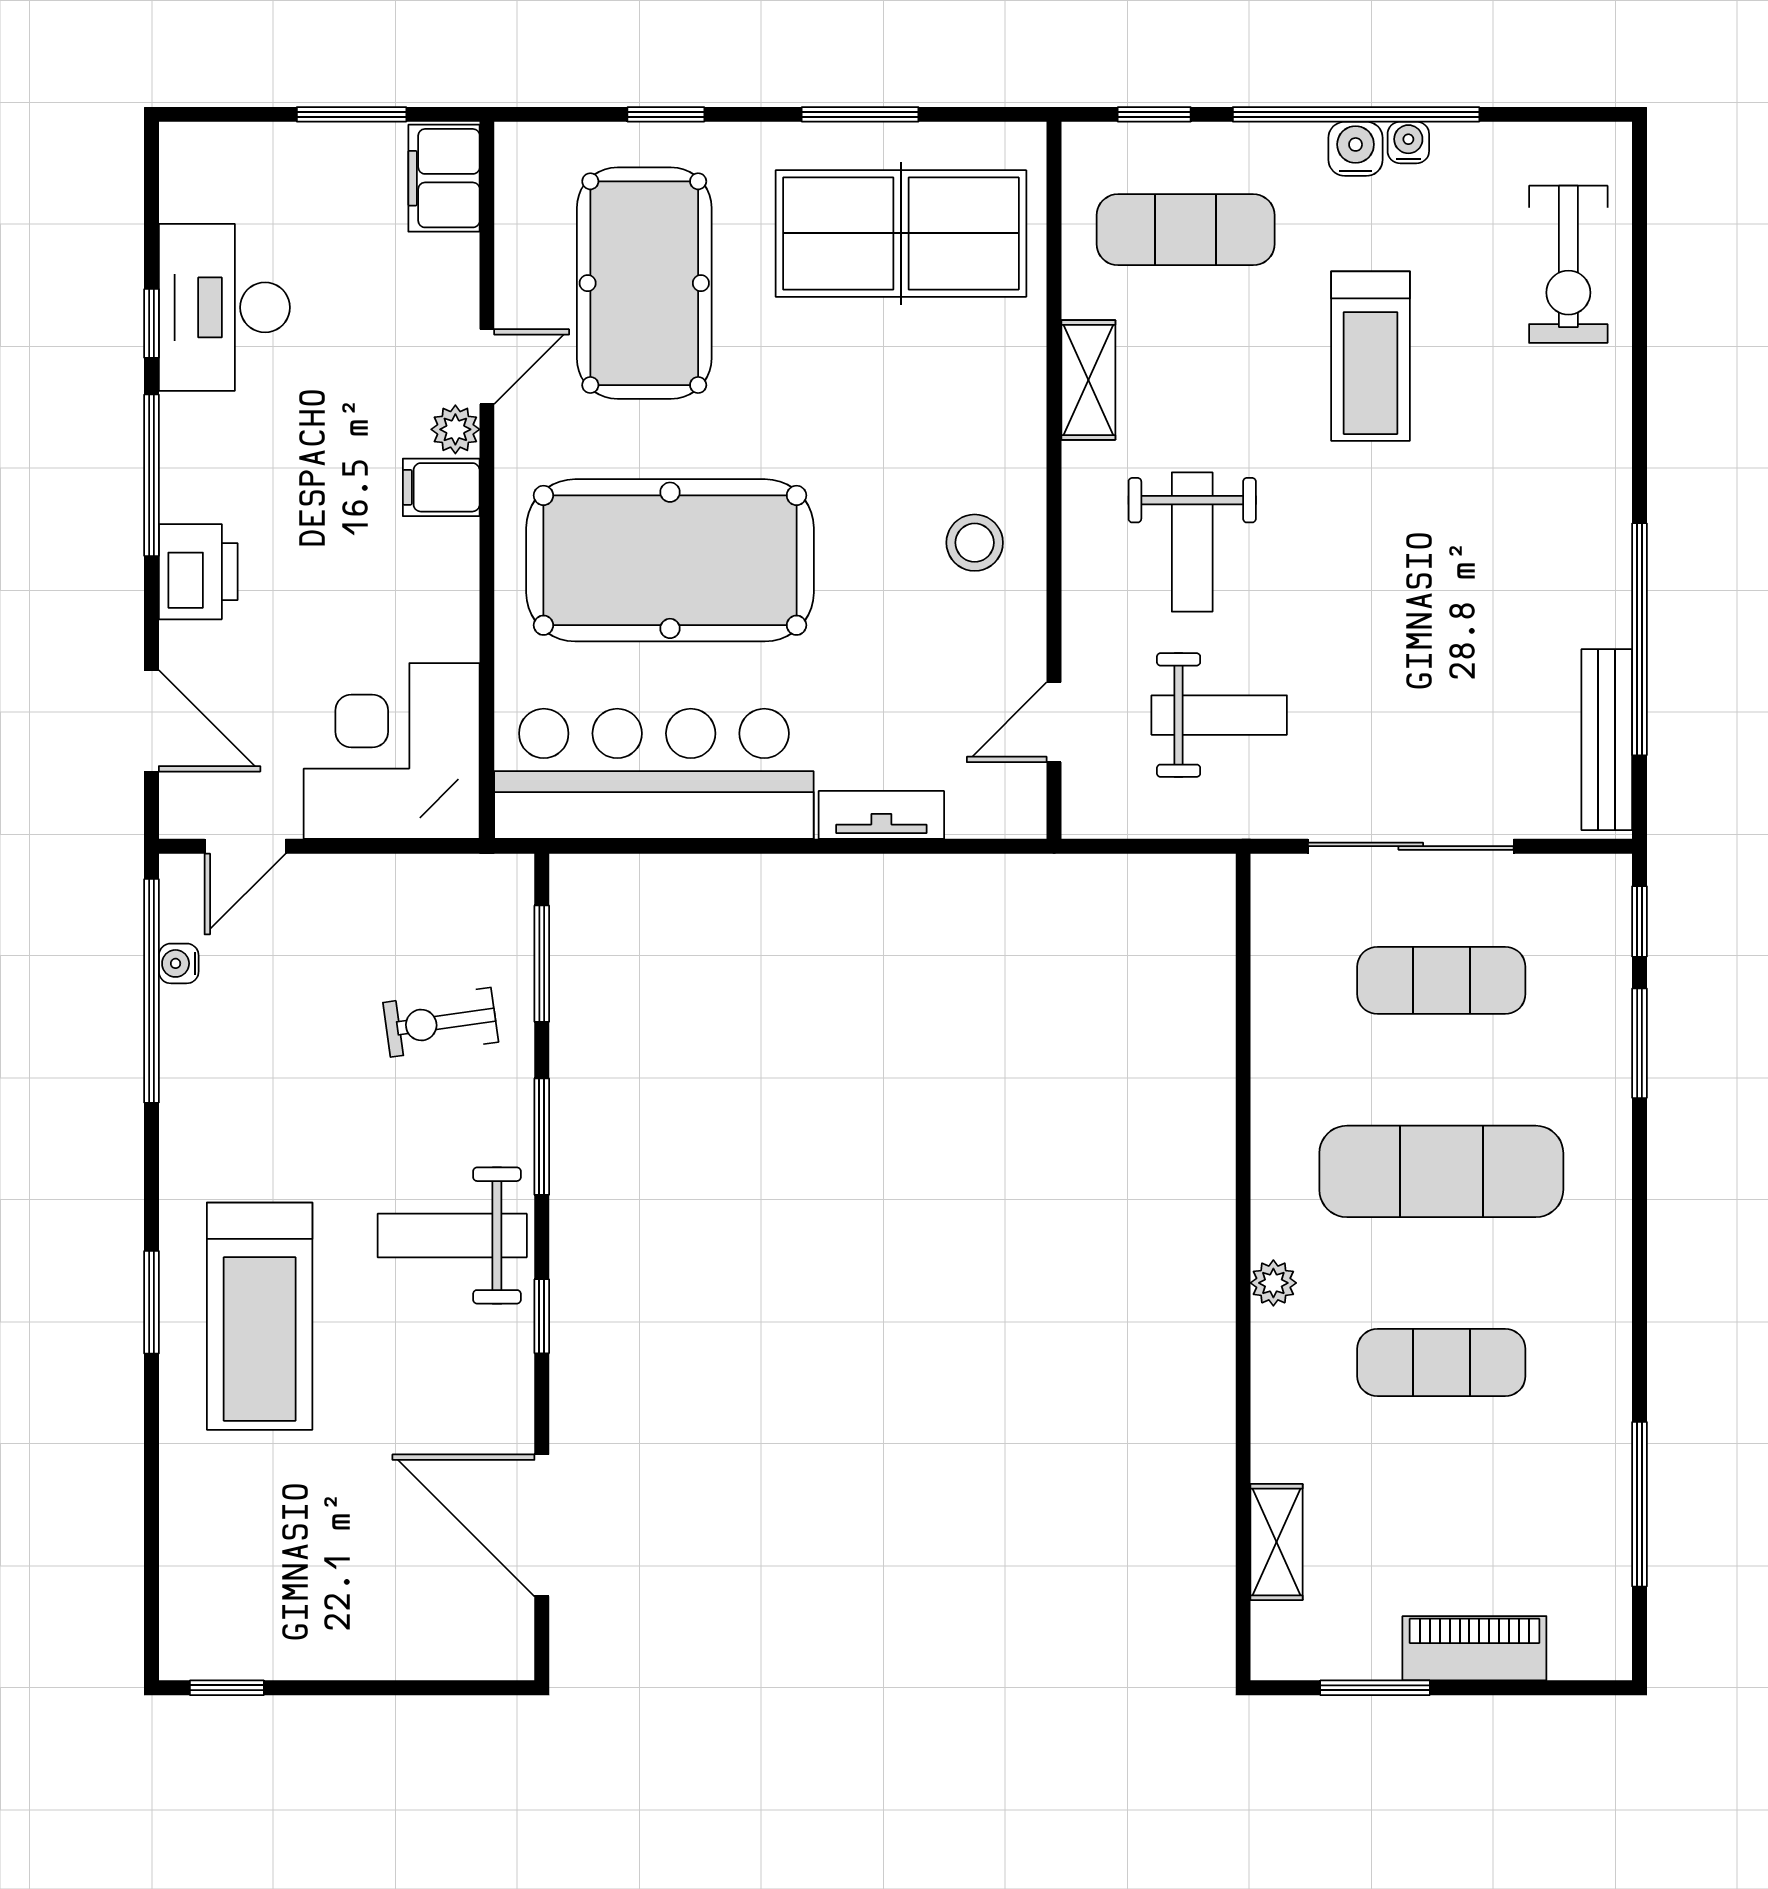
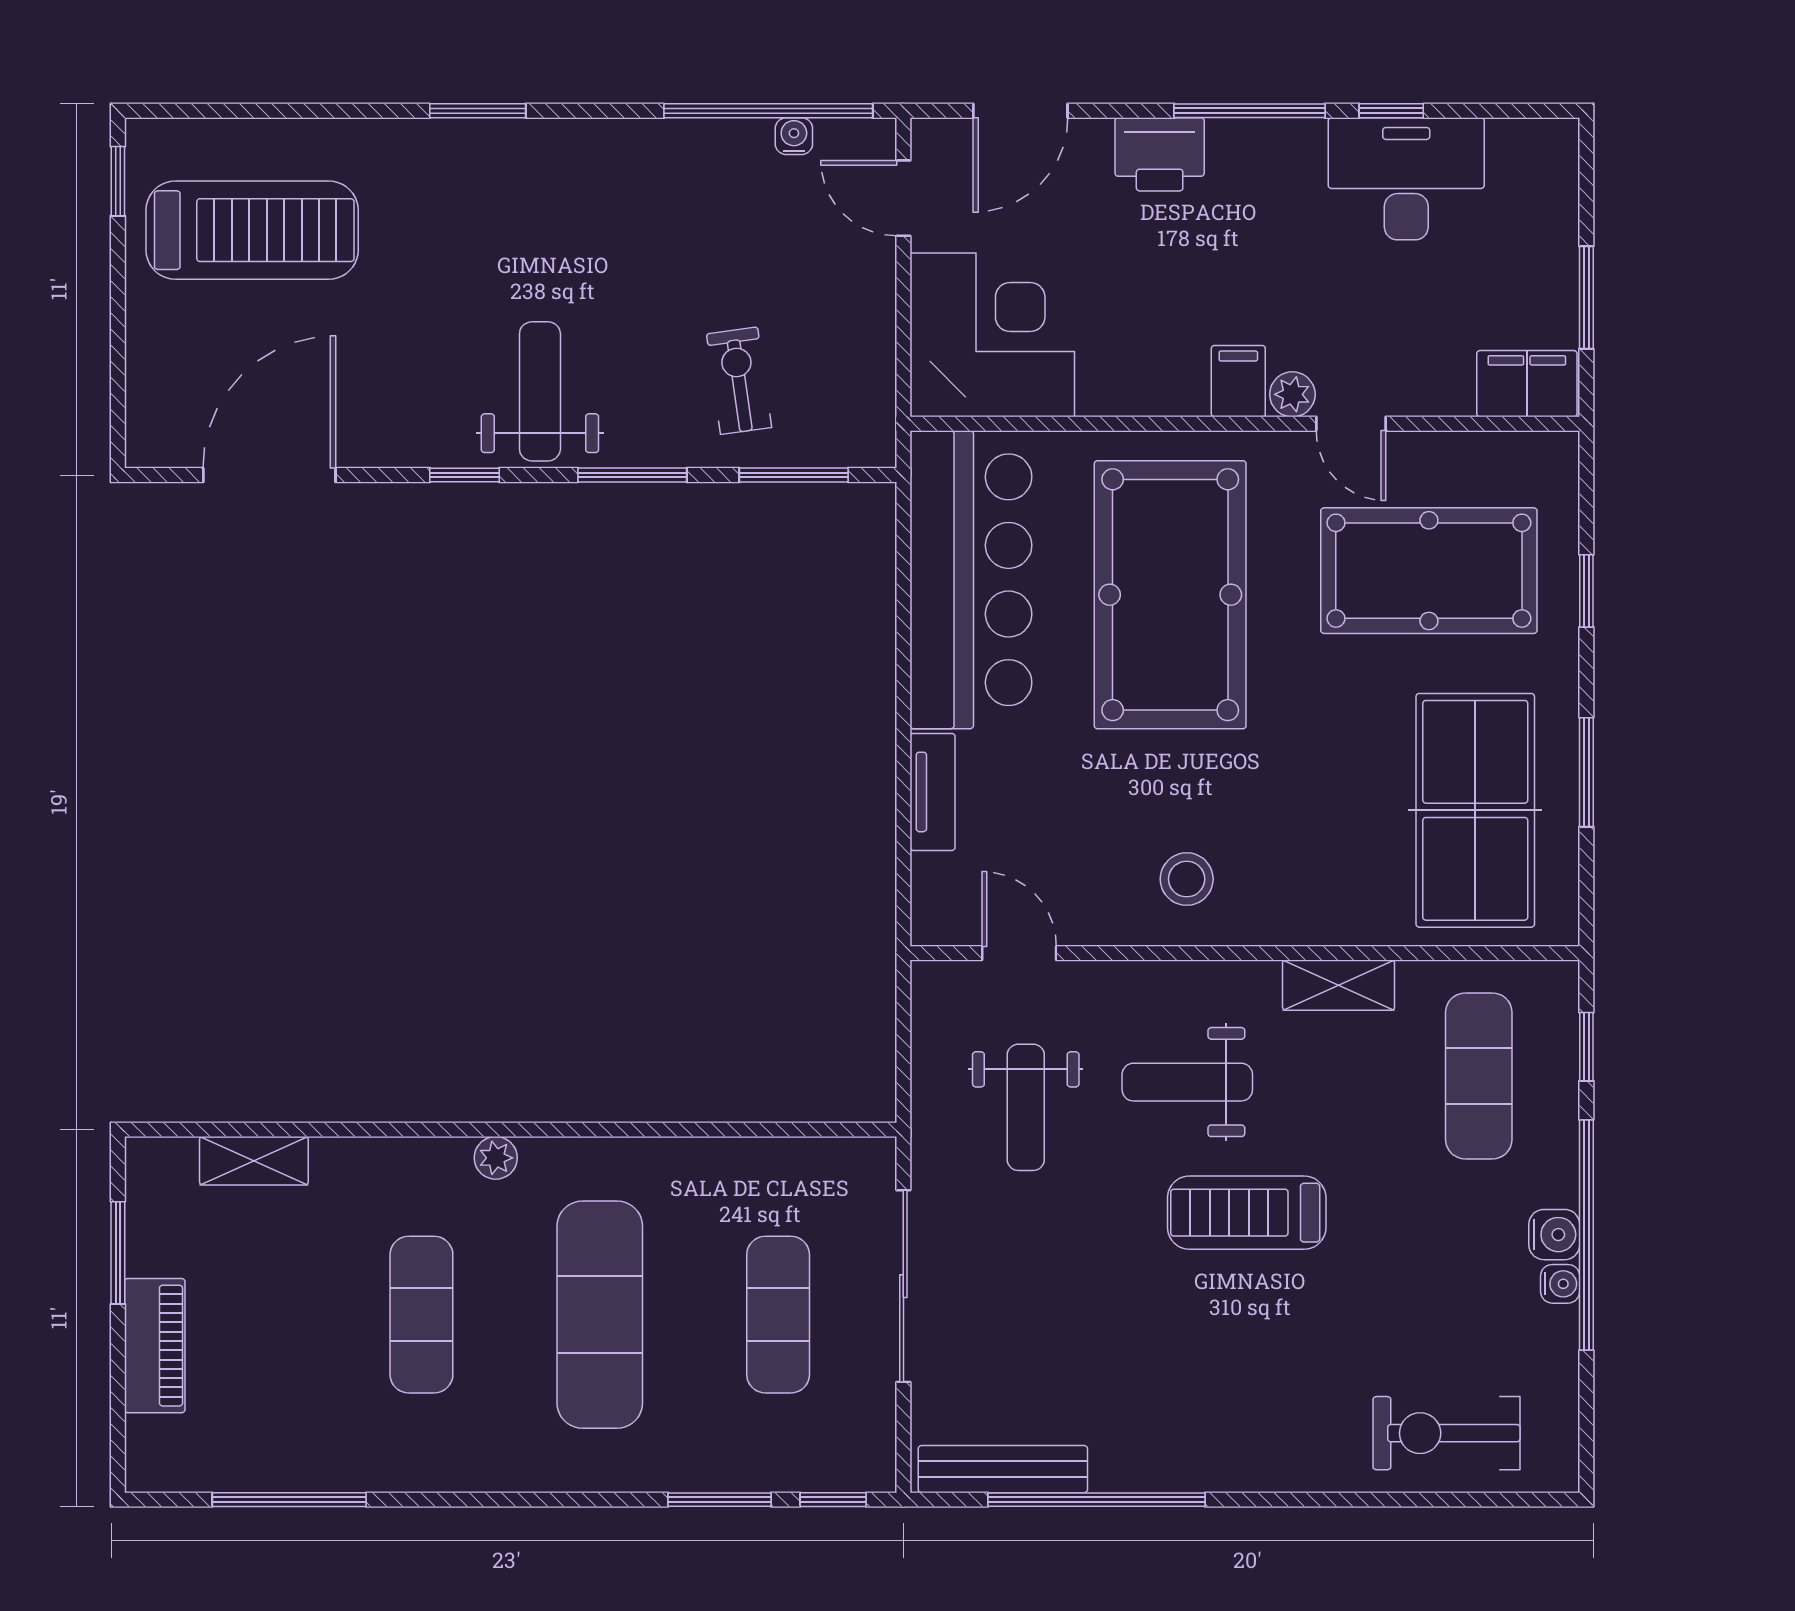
treadmill: (1371, 356) -> (1247, 1213), moved
treadmill: (260, 1316) -> (252, 230), moved, turned 180

